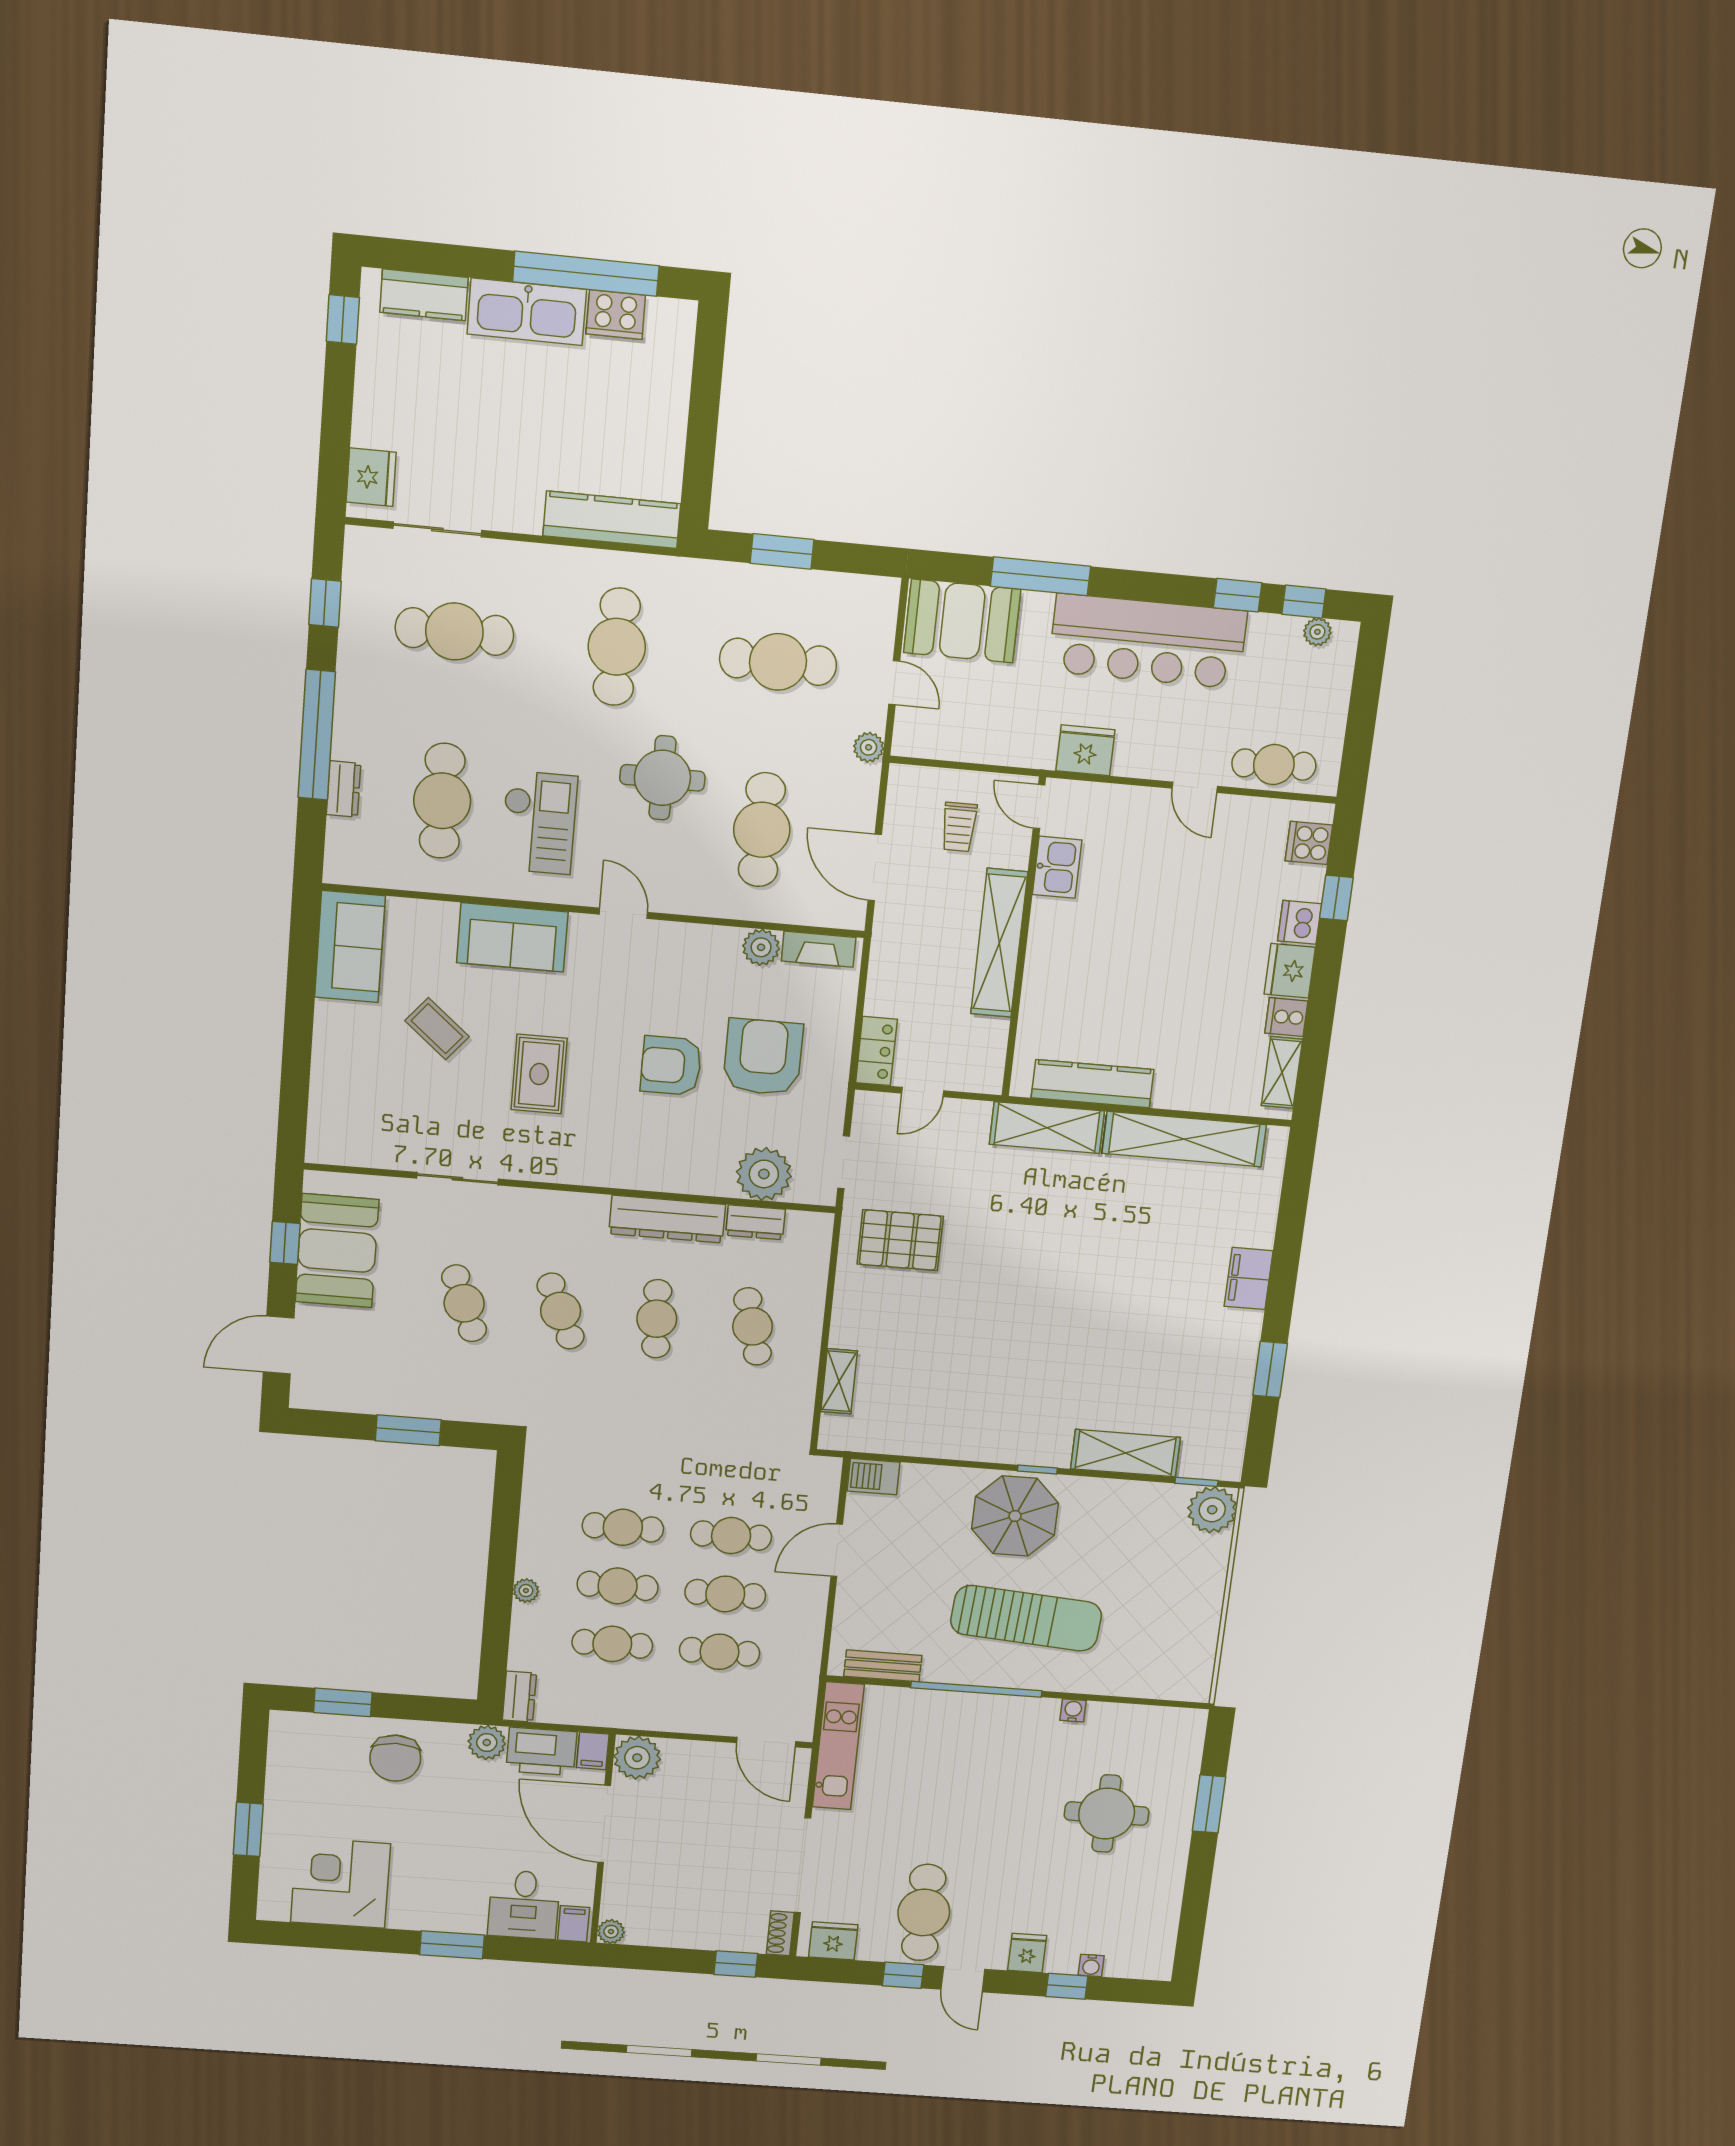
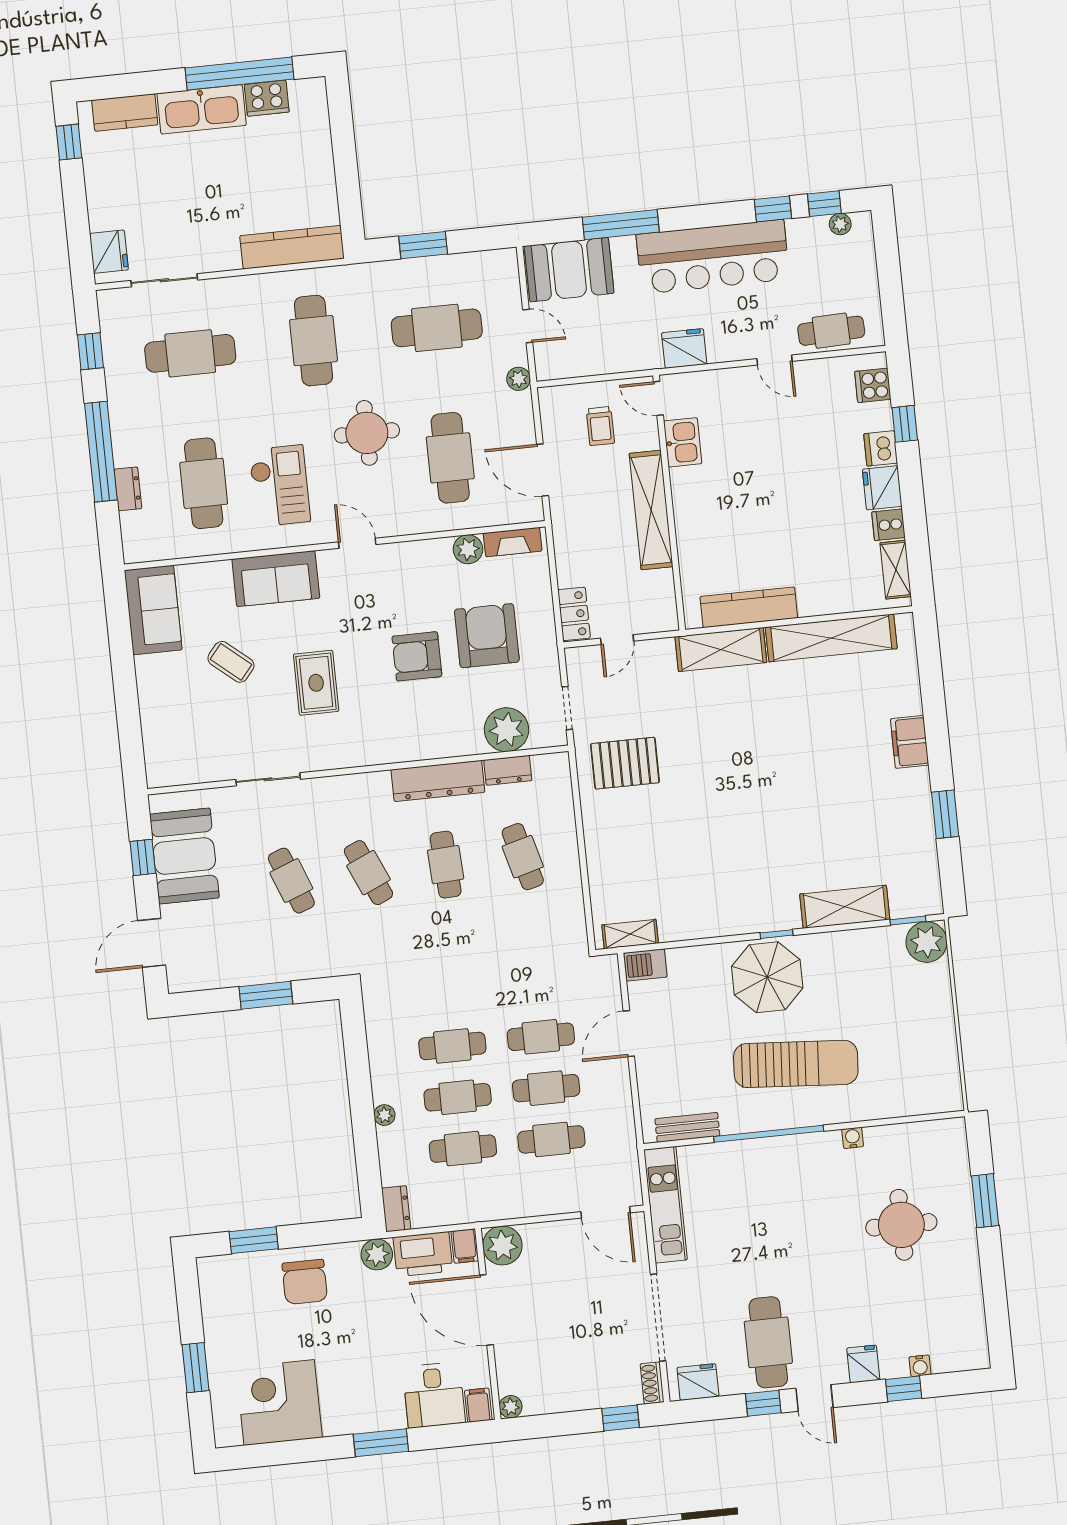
shelving: (839, 1381) -> (630, 934), moved, turned 90

